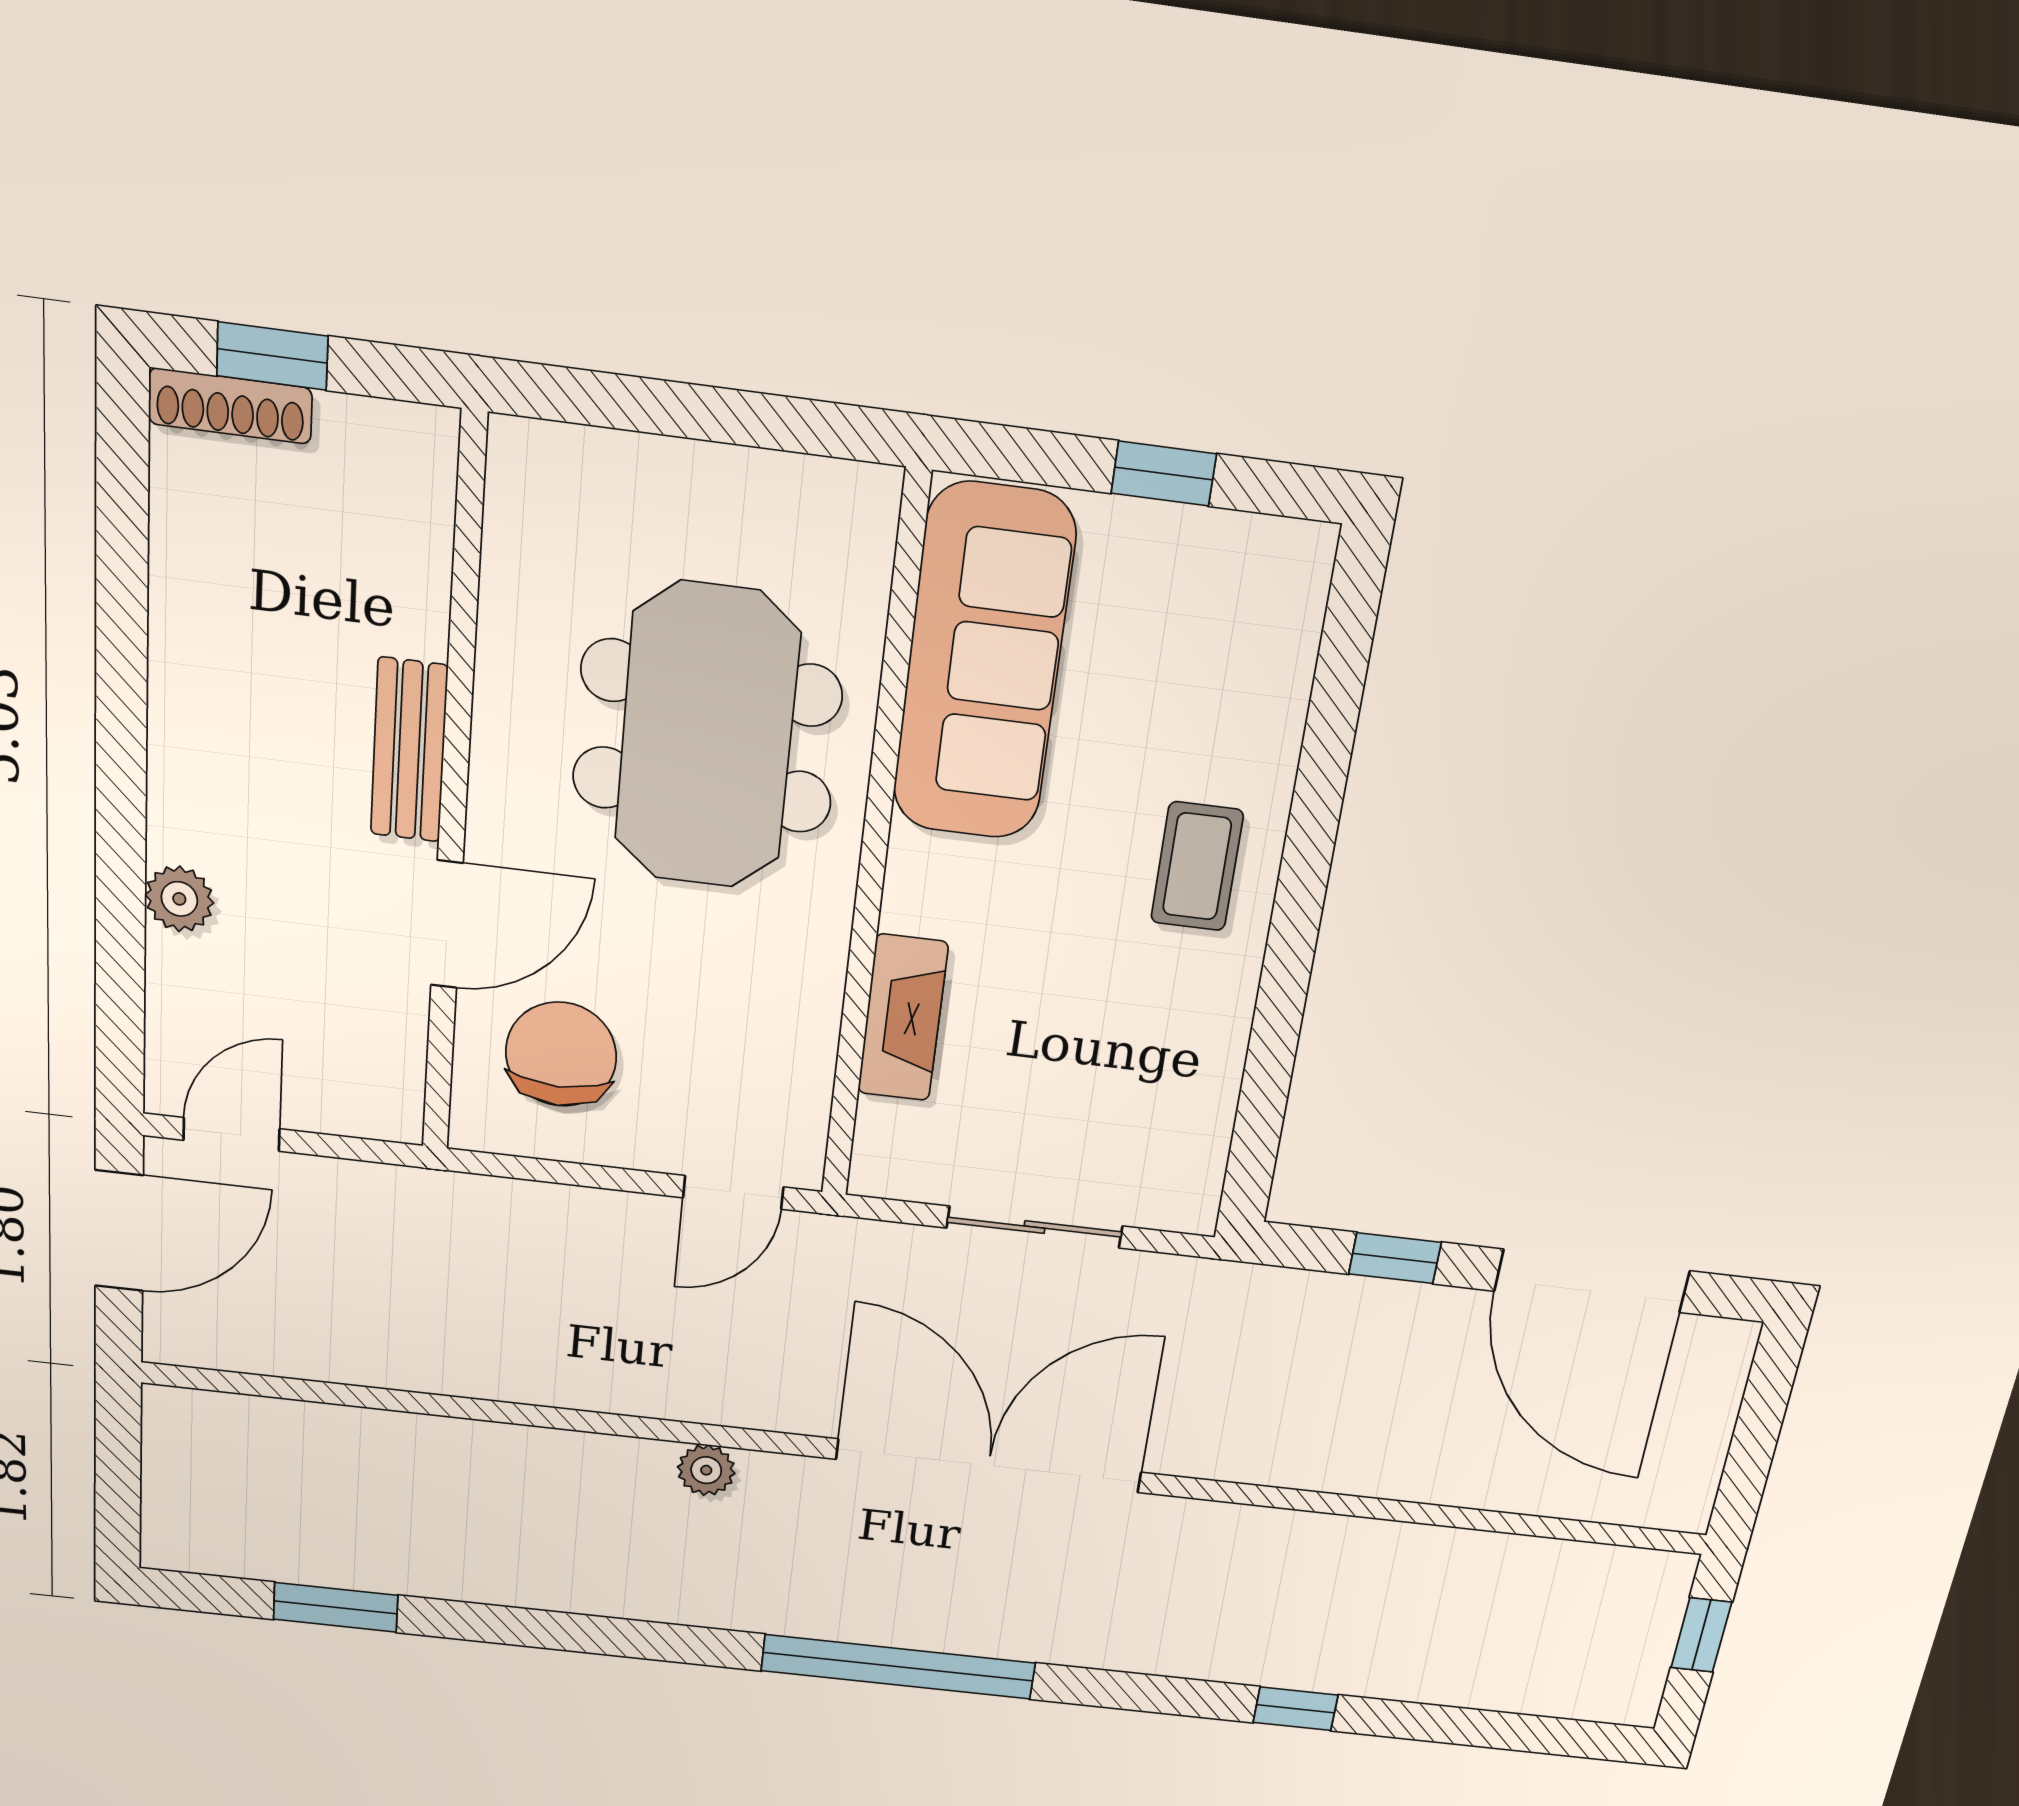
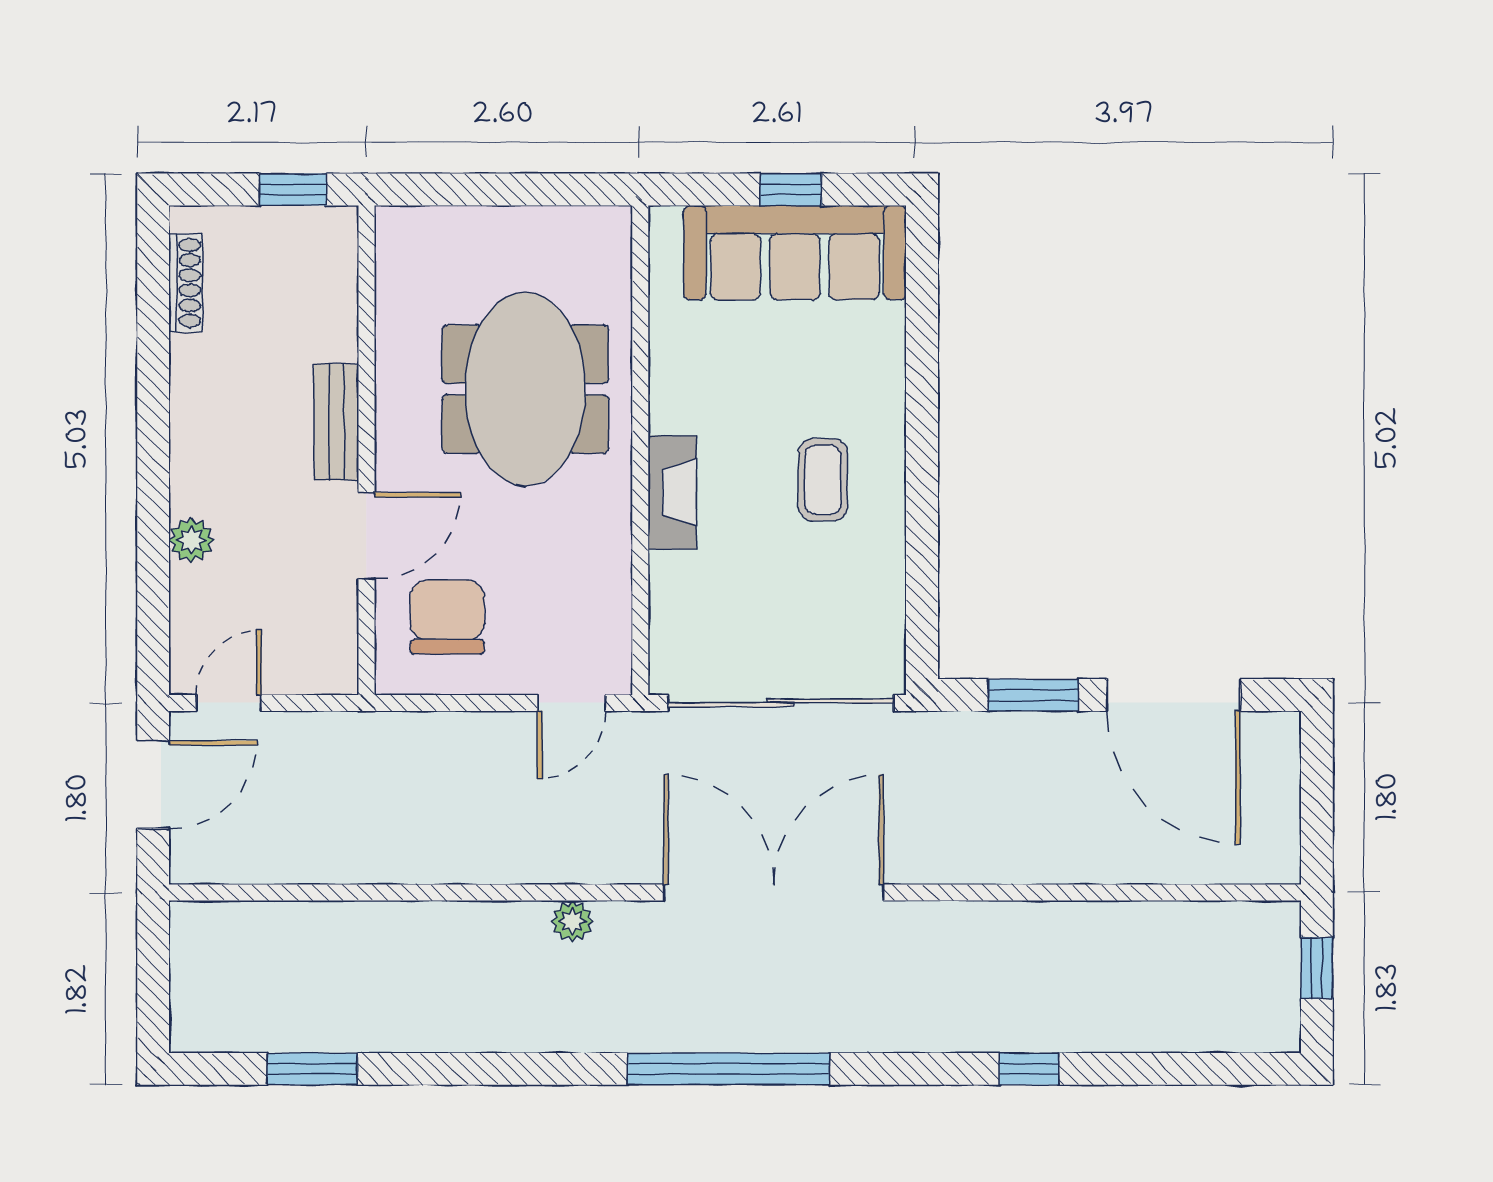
window: (272, 356) -> (293, 190), moved
shoe rack: (230, 406) -> (186, 283), moved, turned -90
sofa: (984, 663) -> (795, 253), moved, turned 90
coffee table: (1197, 866) -> (823, 480), moved
fireplace: (903, 1018) -> (672, 492), moved
sliding door: (1035, 1227) -> (781, 703), width x1.86
window: (1395, 1258) -> (1033, 695), width x1.50

